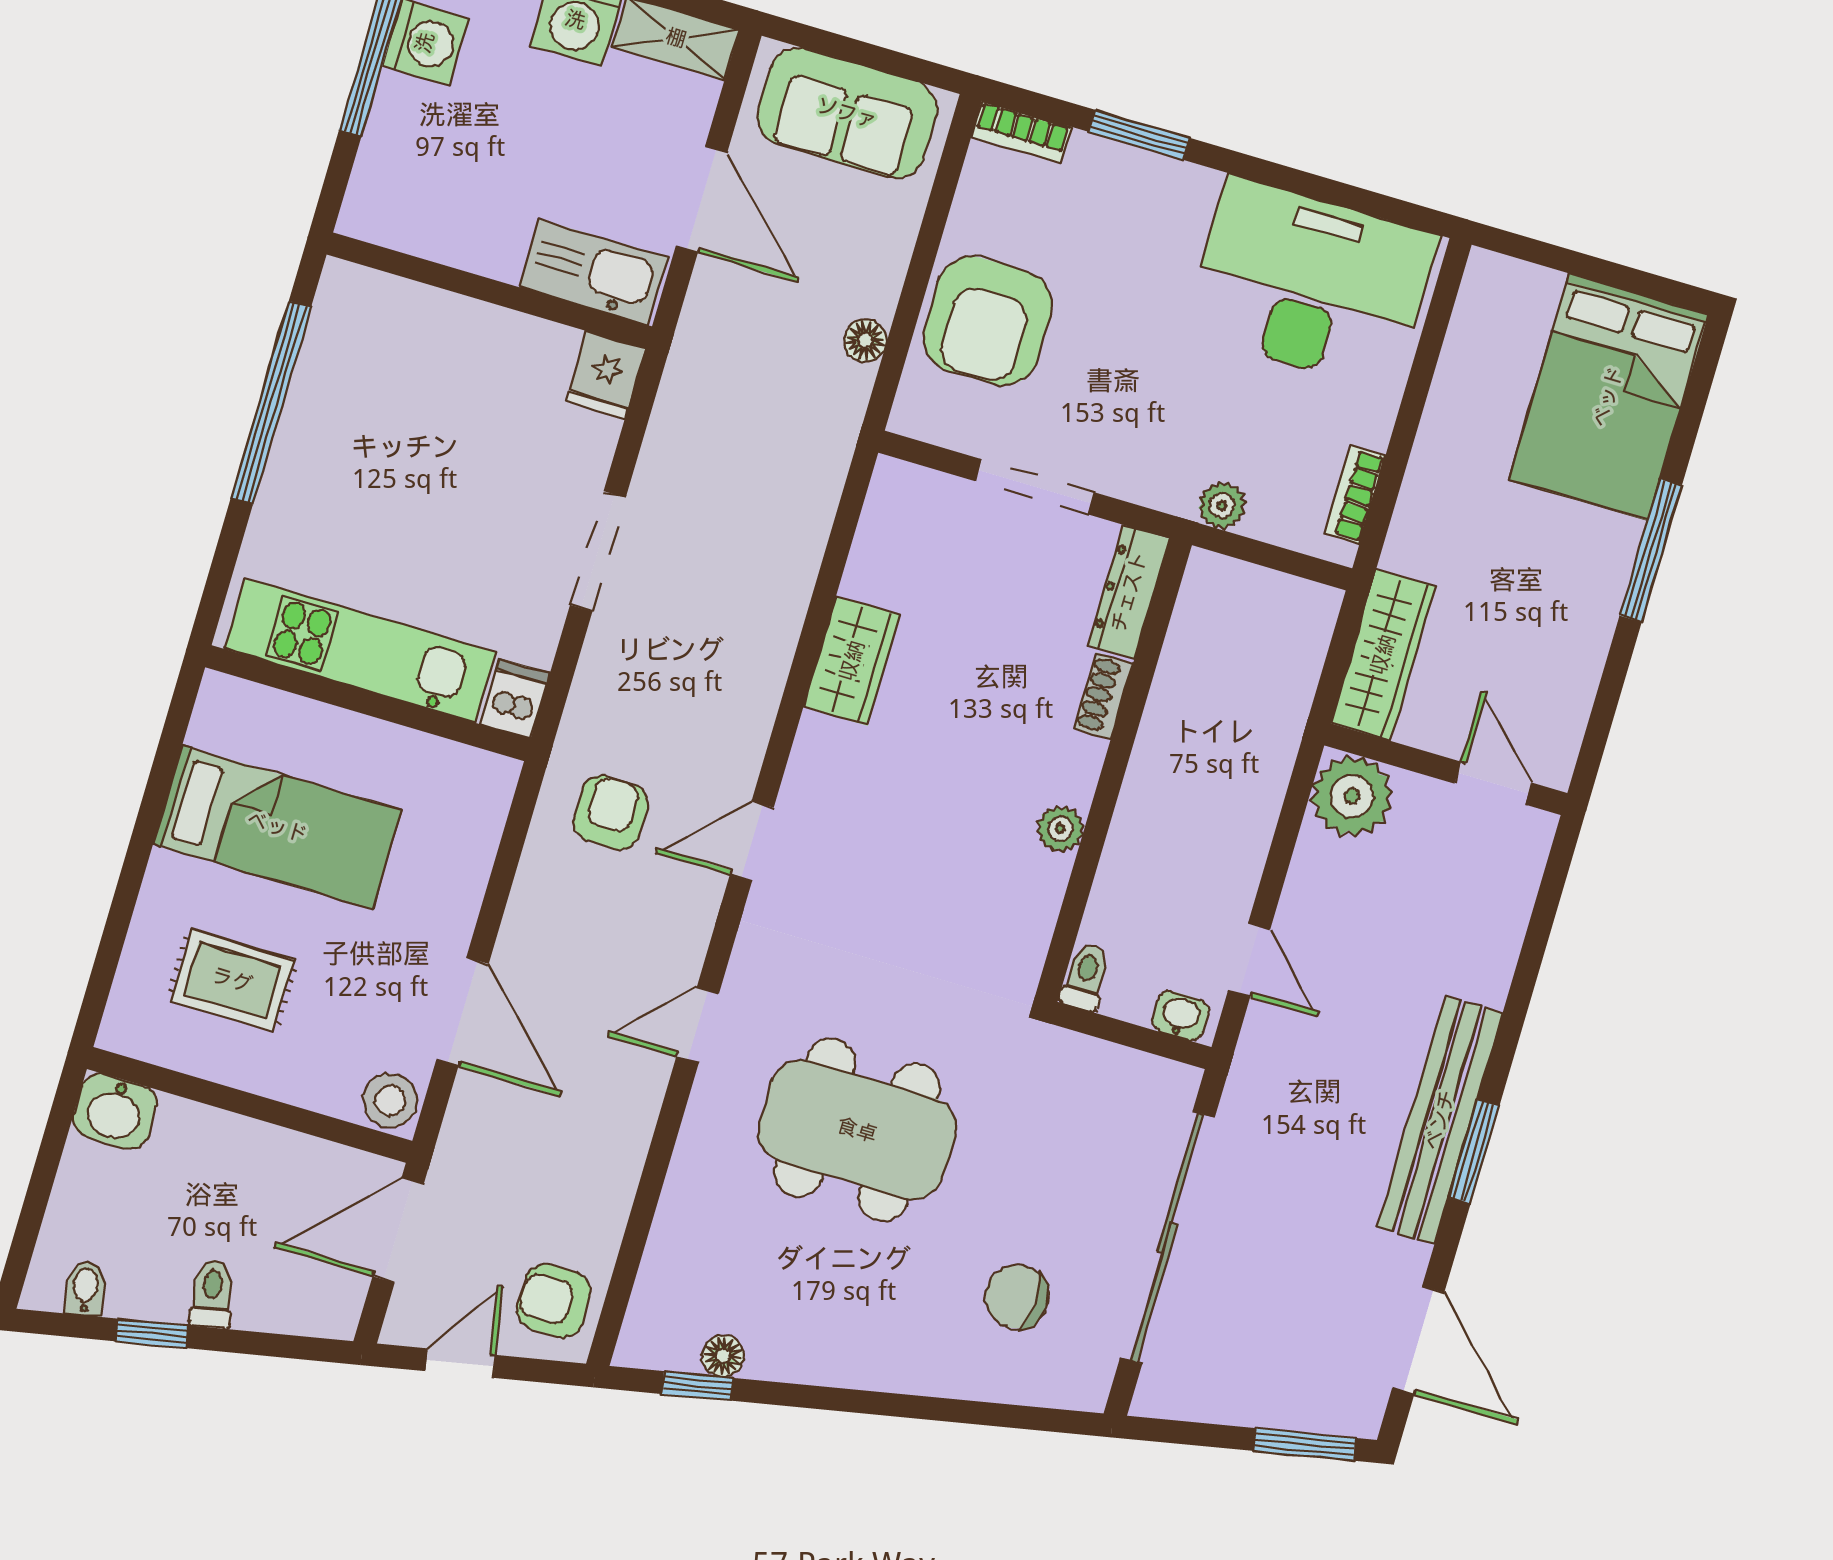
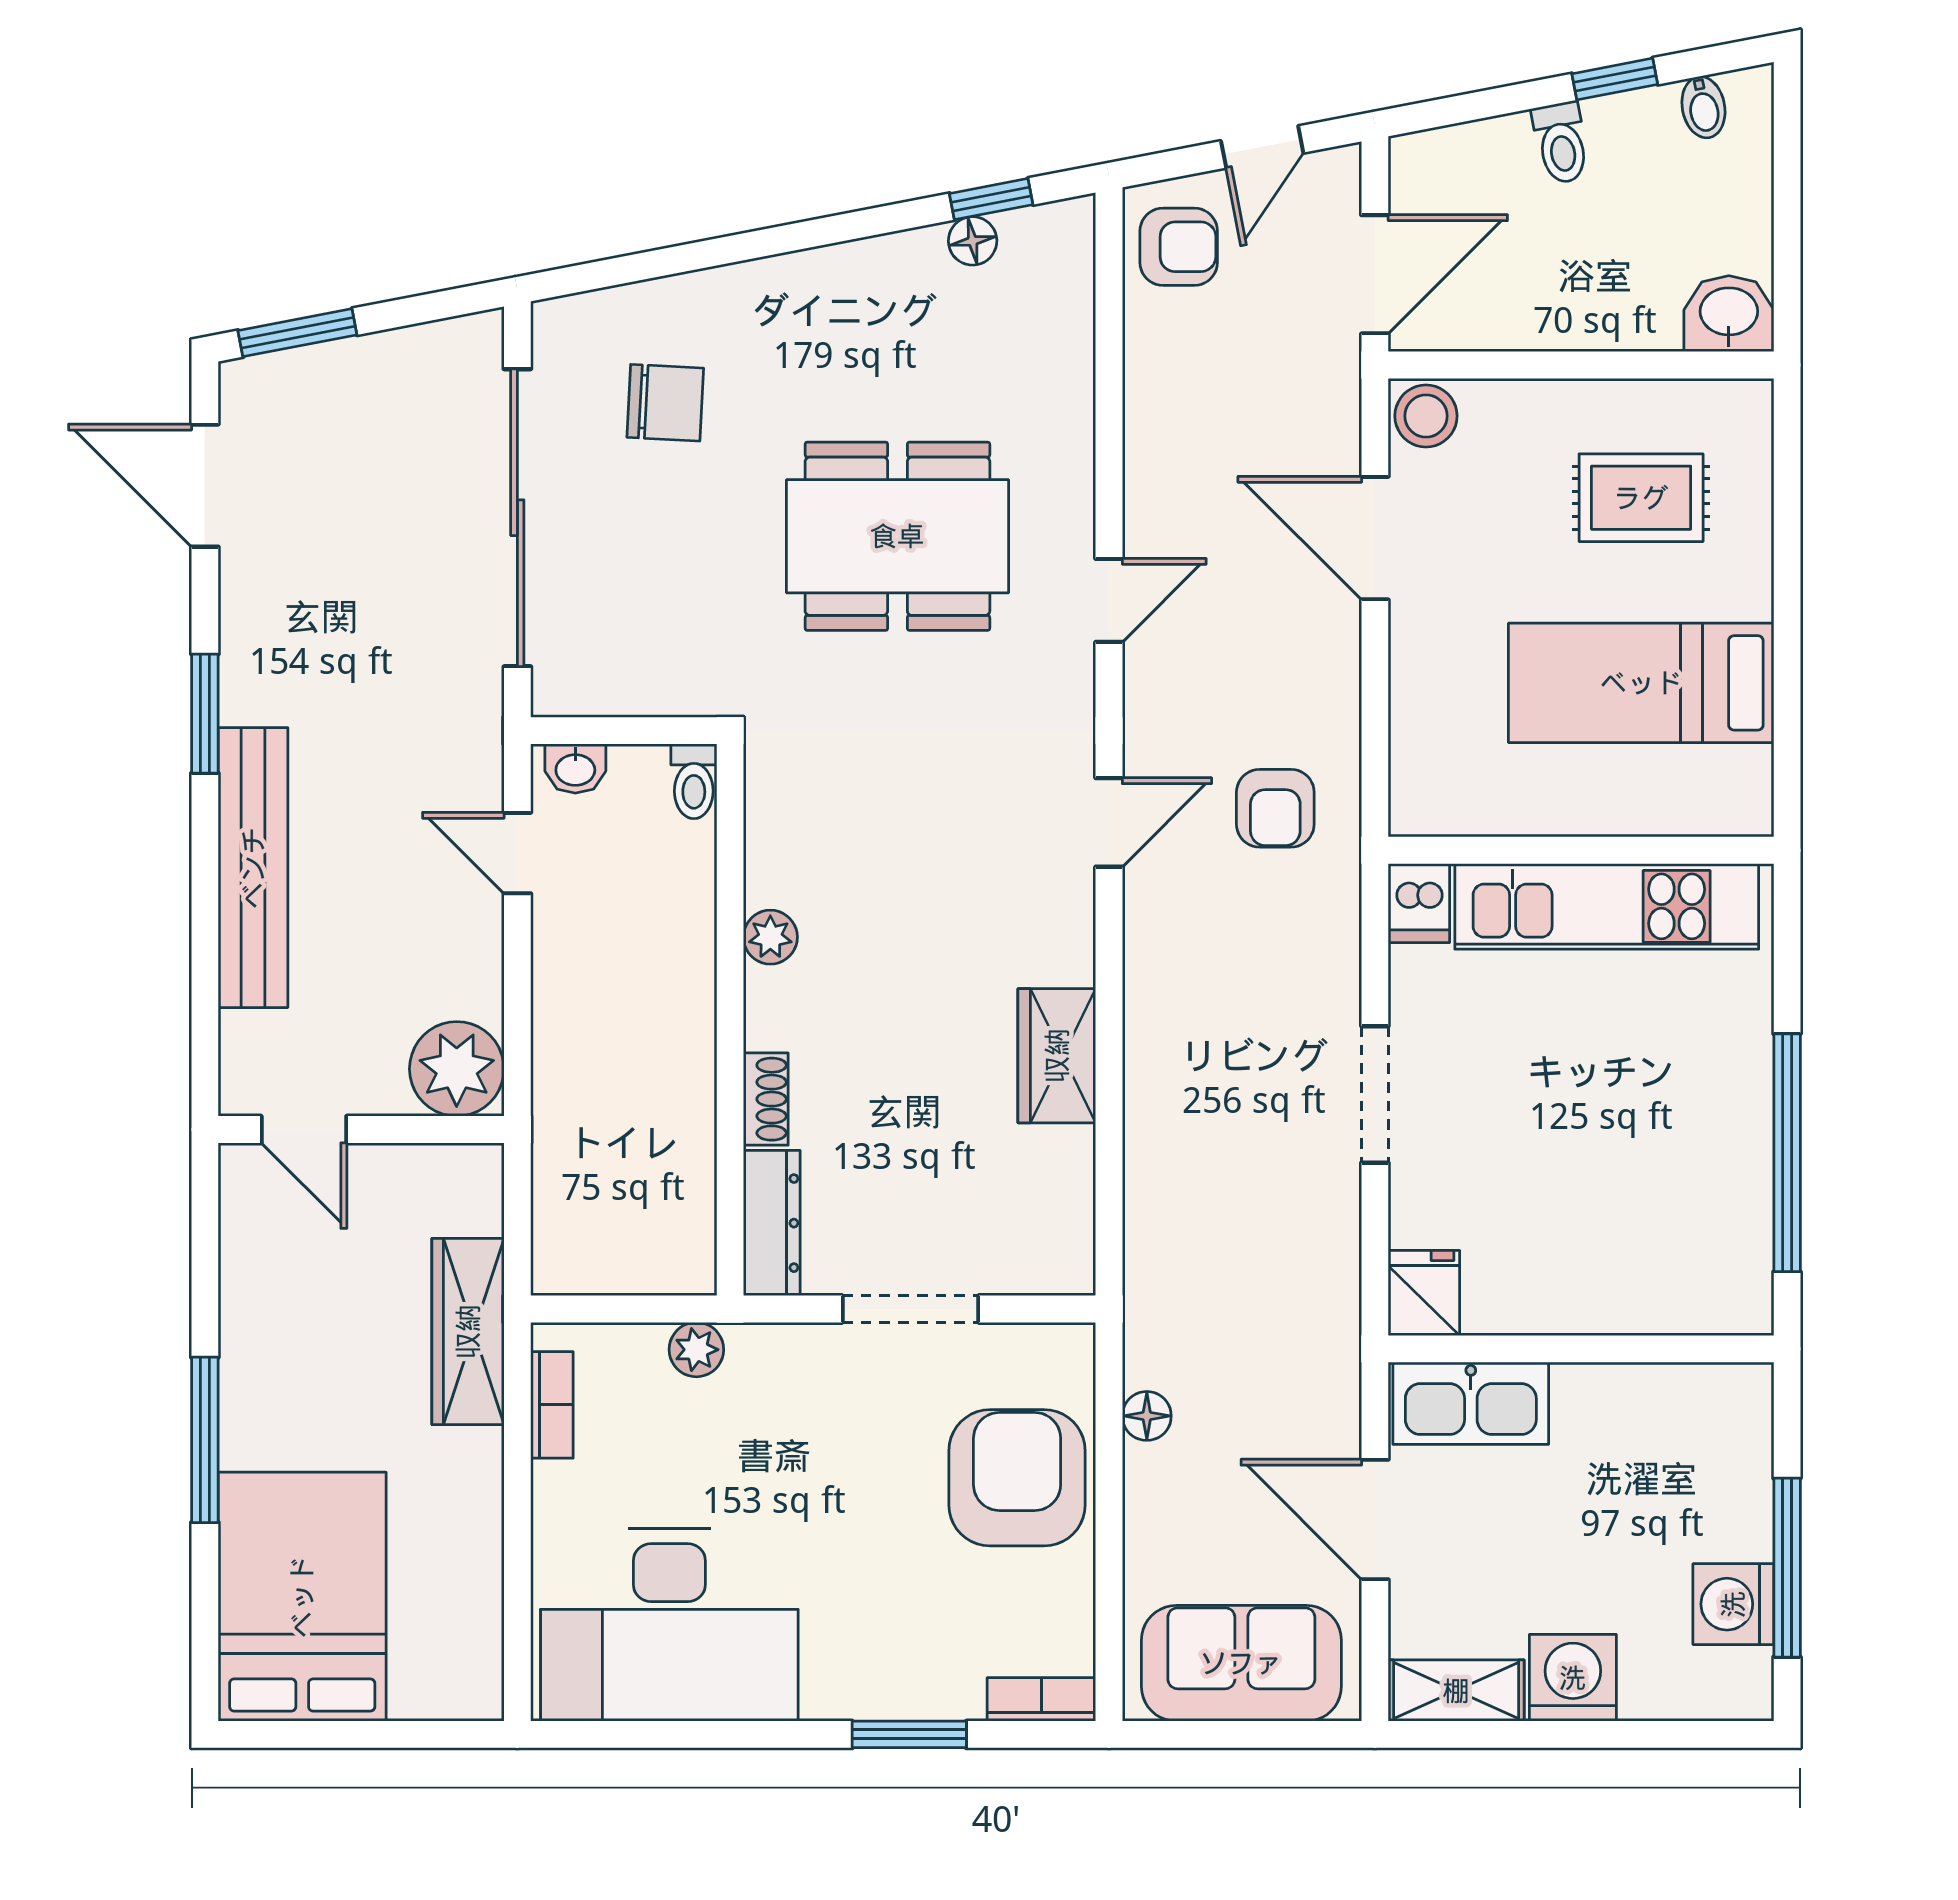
wardrobe: (1383, 655) -> (468, 1332), moved
bench: (1440, 1120) -> (253, 868), moved

